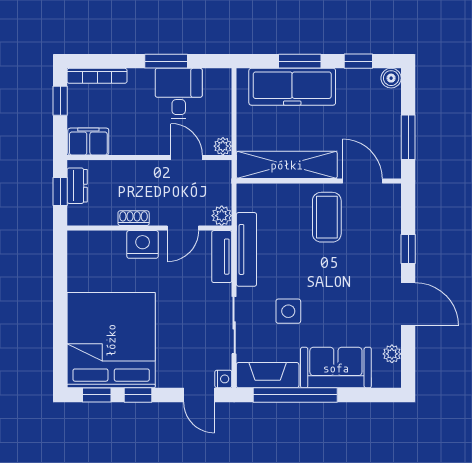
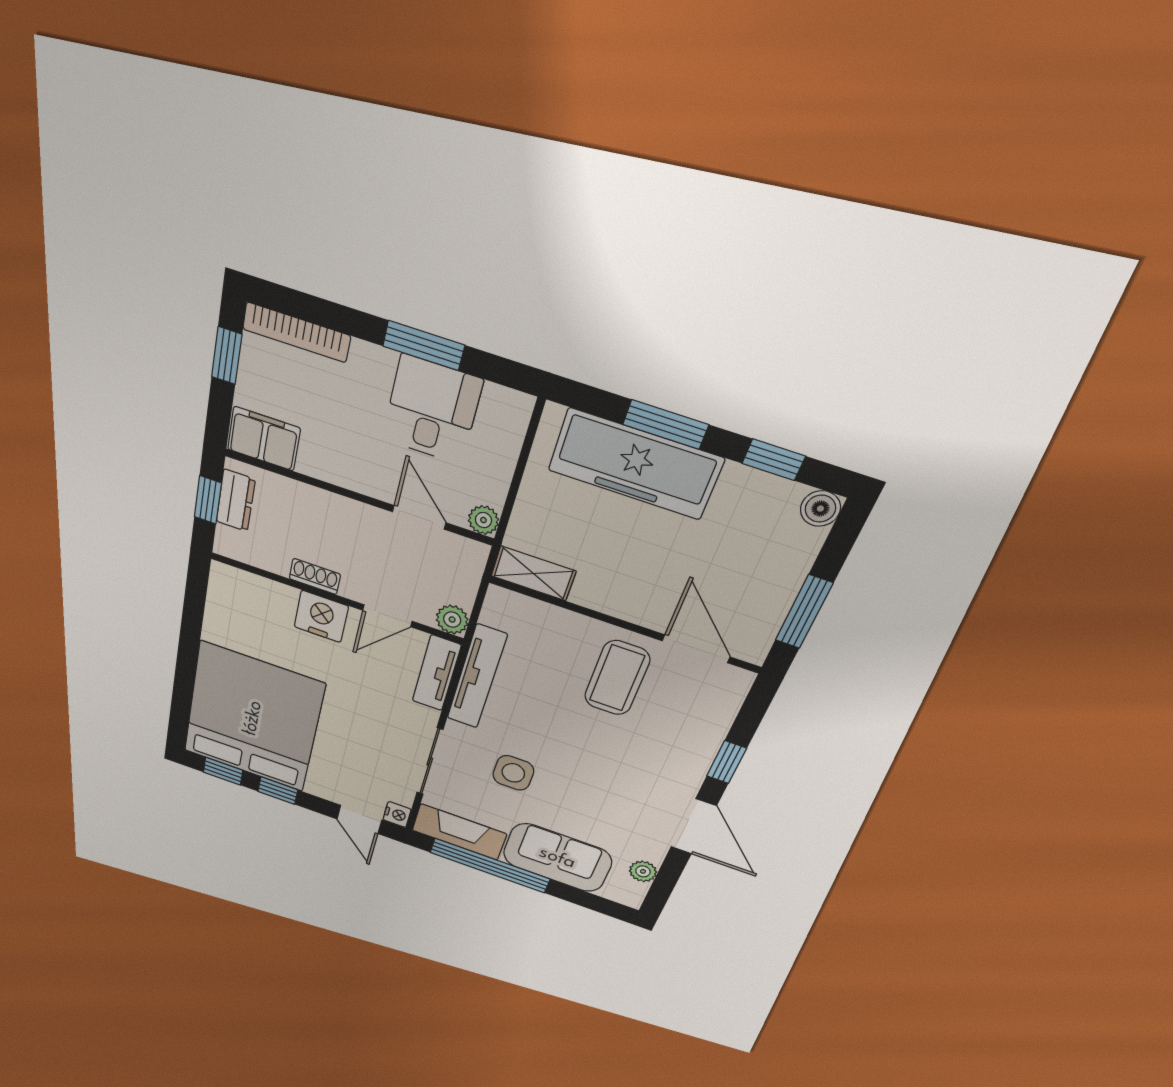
shelving: (287, 165) -> (533, 573), width x0.45, depth x0.75

